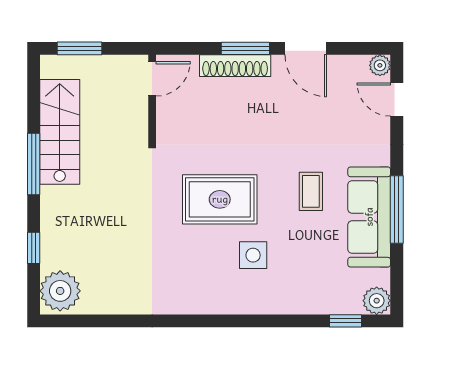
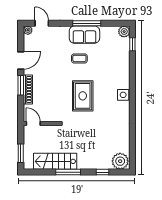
door: (397, 100) -> (42, 23), swing flipped
sofa: (369, 217) -> (84, 35), width x0.73
side table: (253, 255) -> (123, 95), moved

